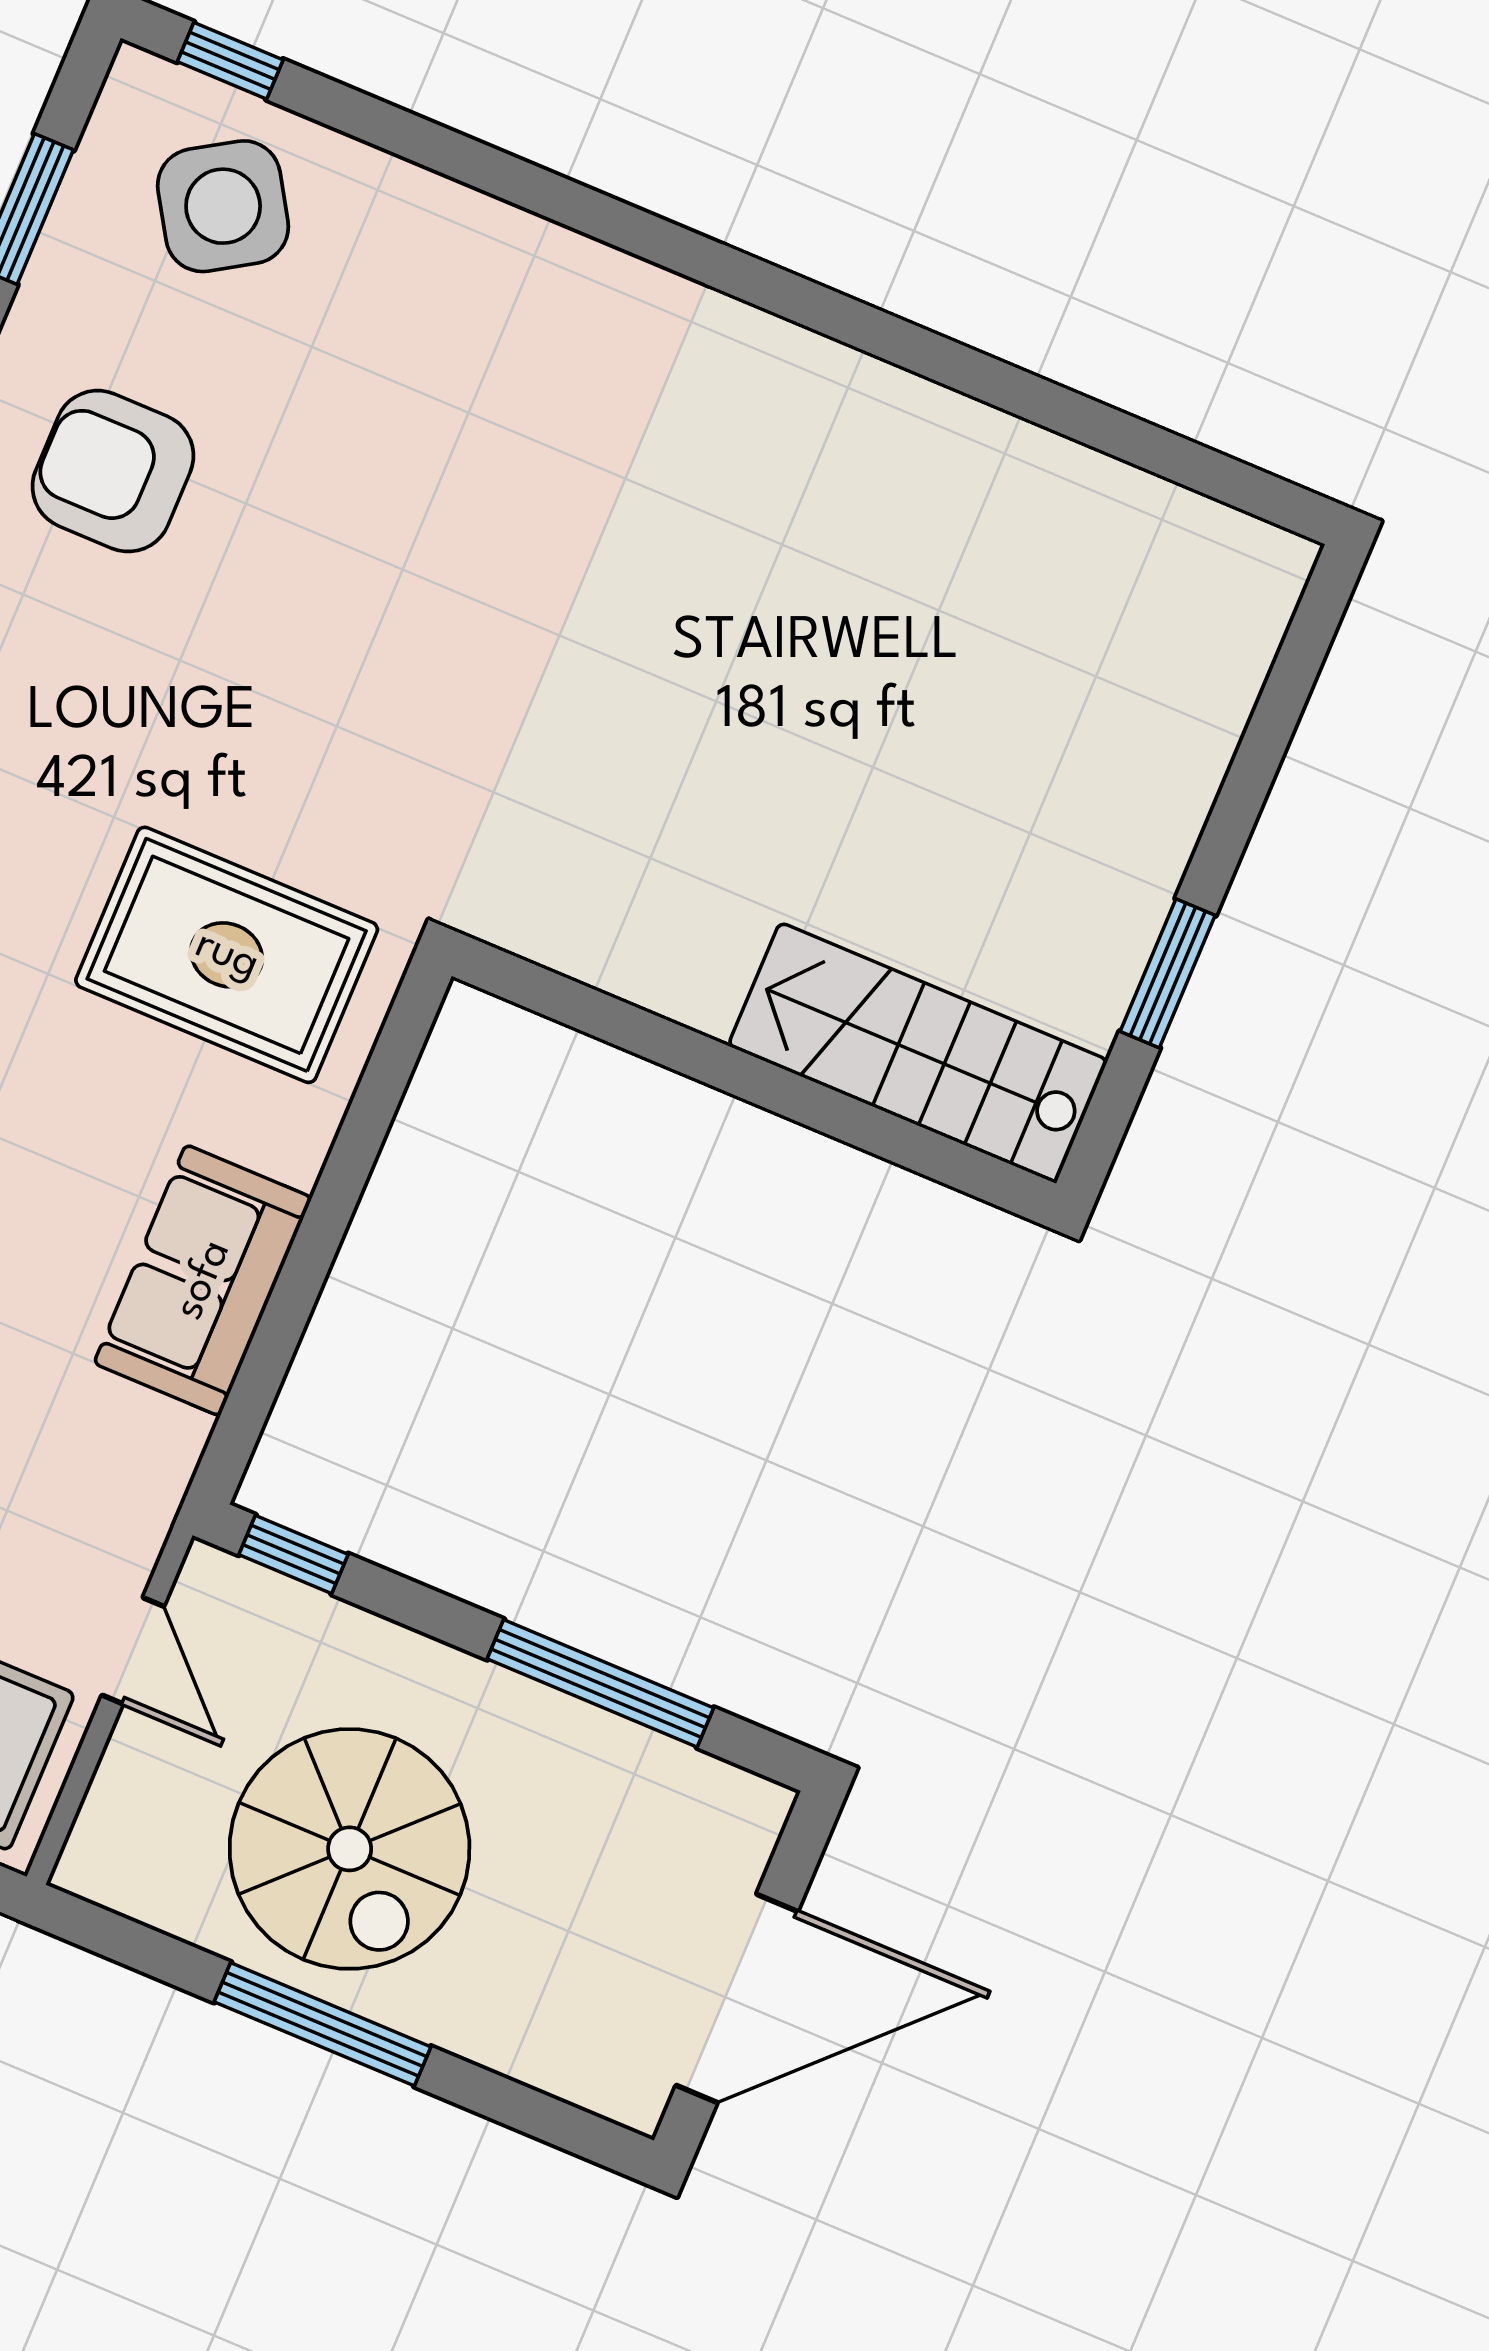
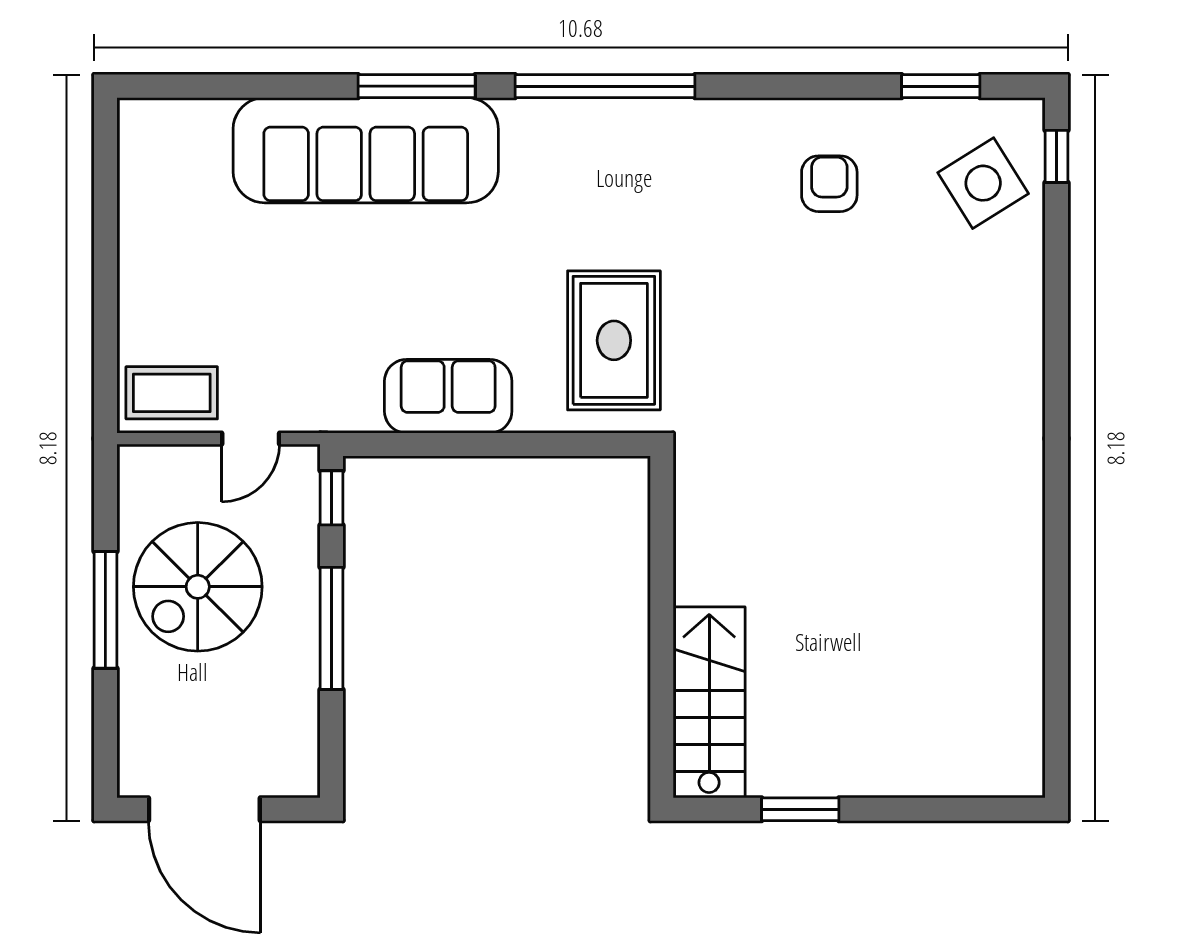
armchair: (113, 471) -> (829, 184), width x0.72, depth x0.72
window: (600, 1683) -> (332, 628), moved

